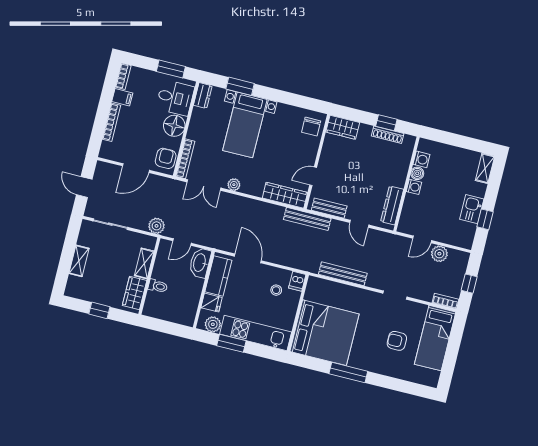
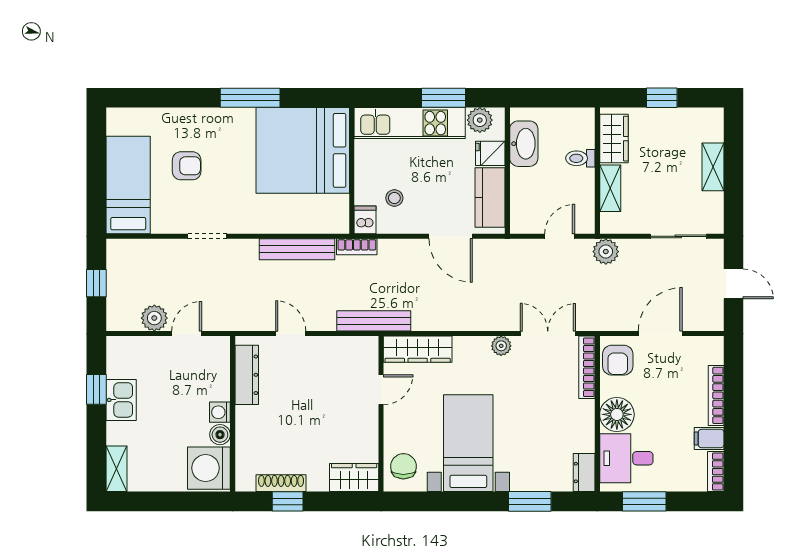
bed with nightstands: (245, 125) -> (468, 443), moved
washing machine: (421, 159) -> (209, 468), width x1.89, depth x1.89
bench: (329, 208) -> (344, 346), removed
washbasin: (200, 263) -> (524, 144), moved
bookcase: (446, 301) -> (357, 247), moved

